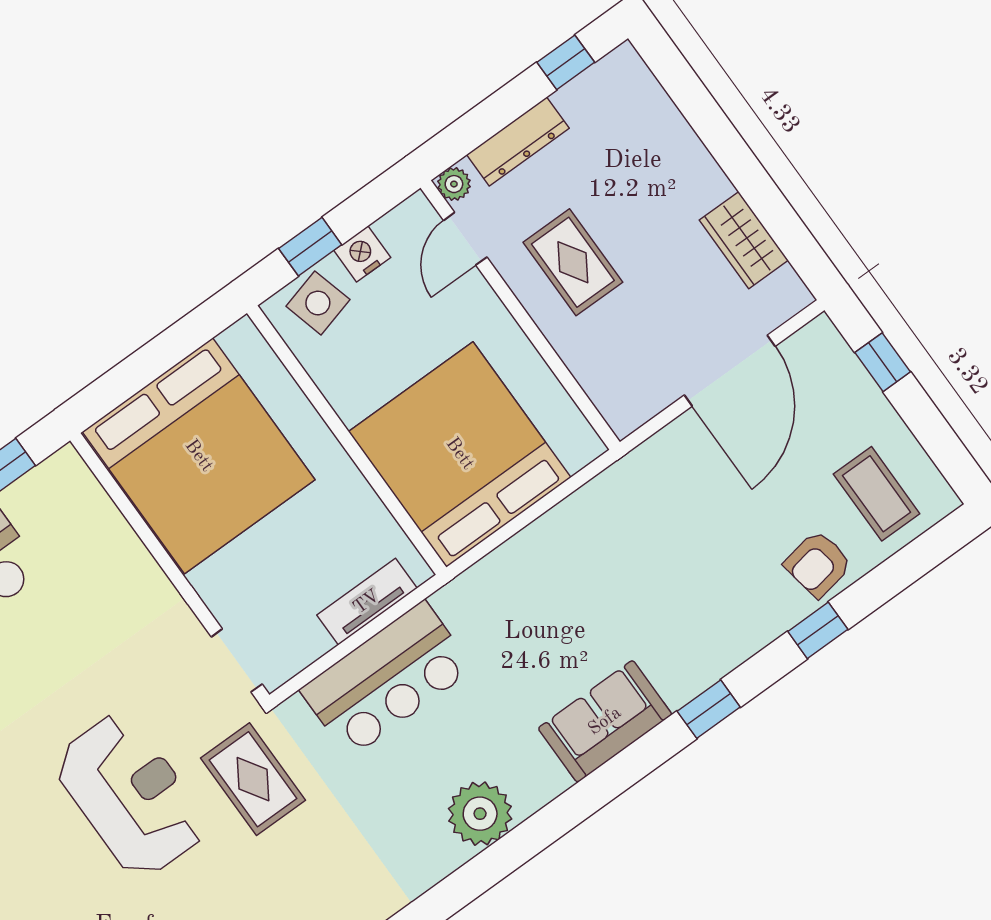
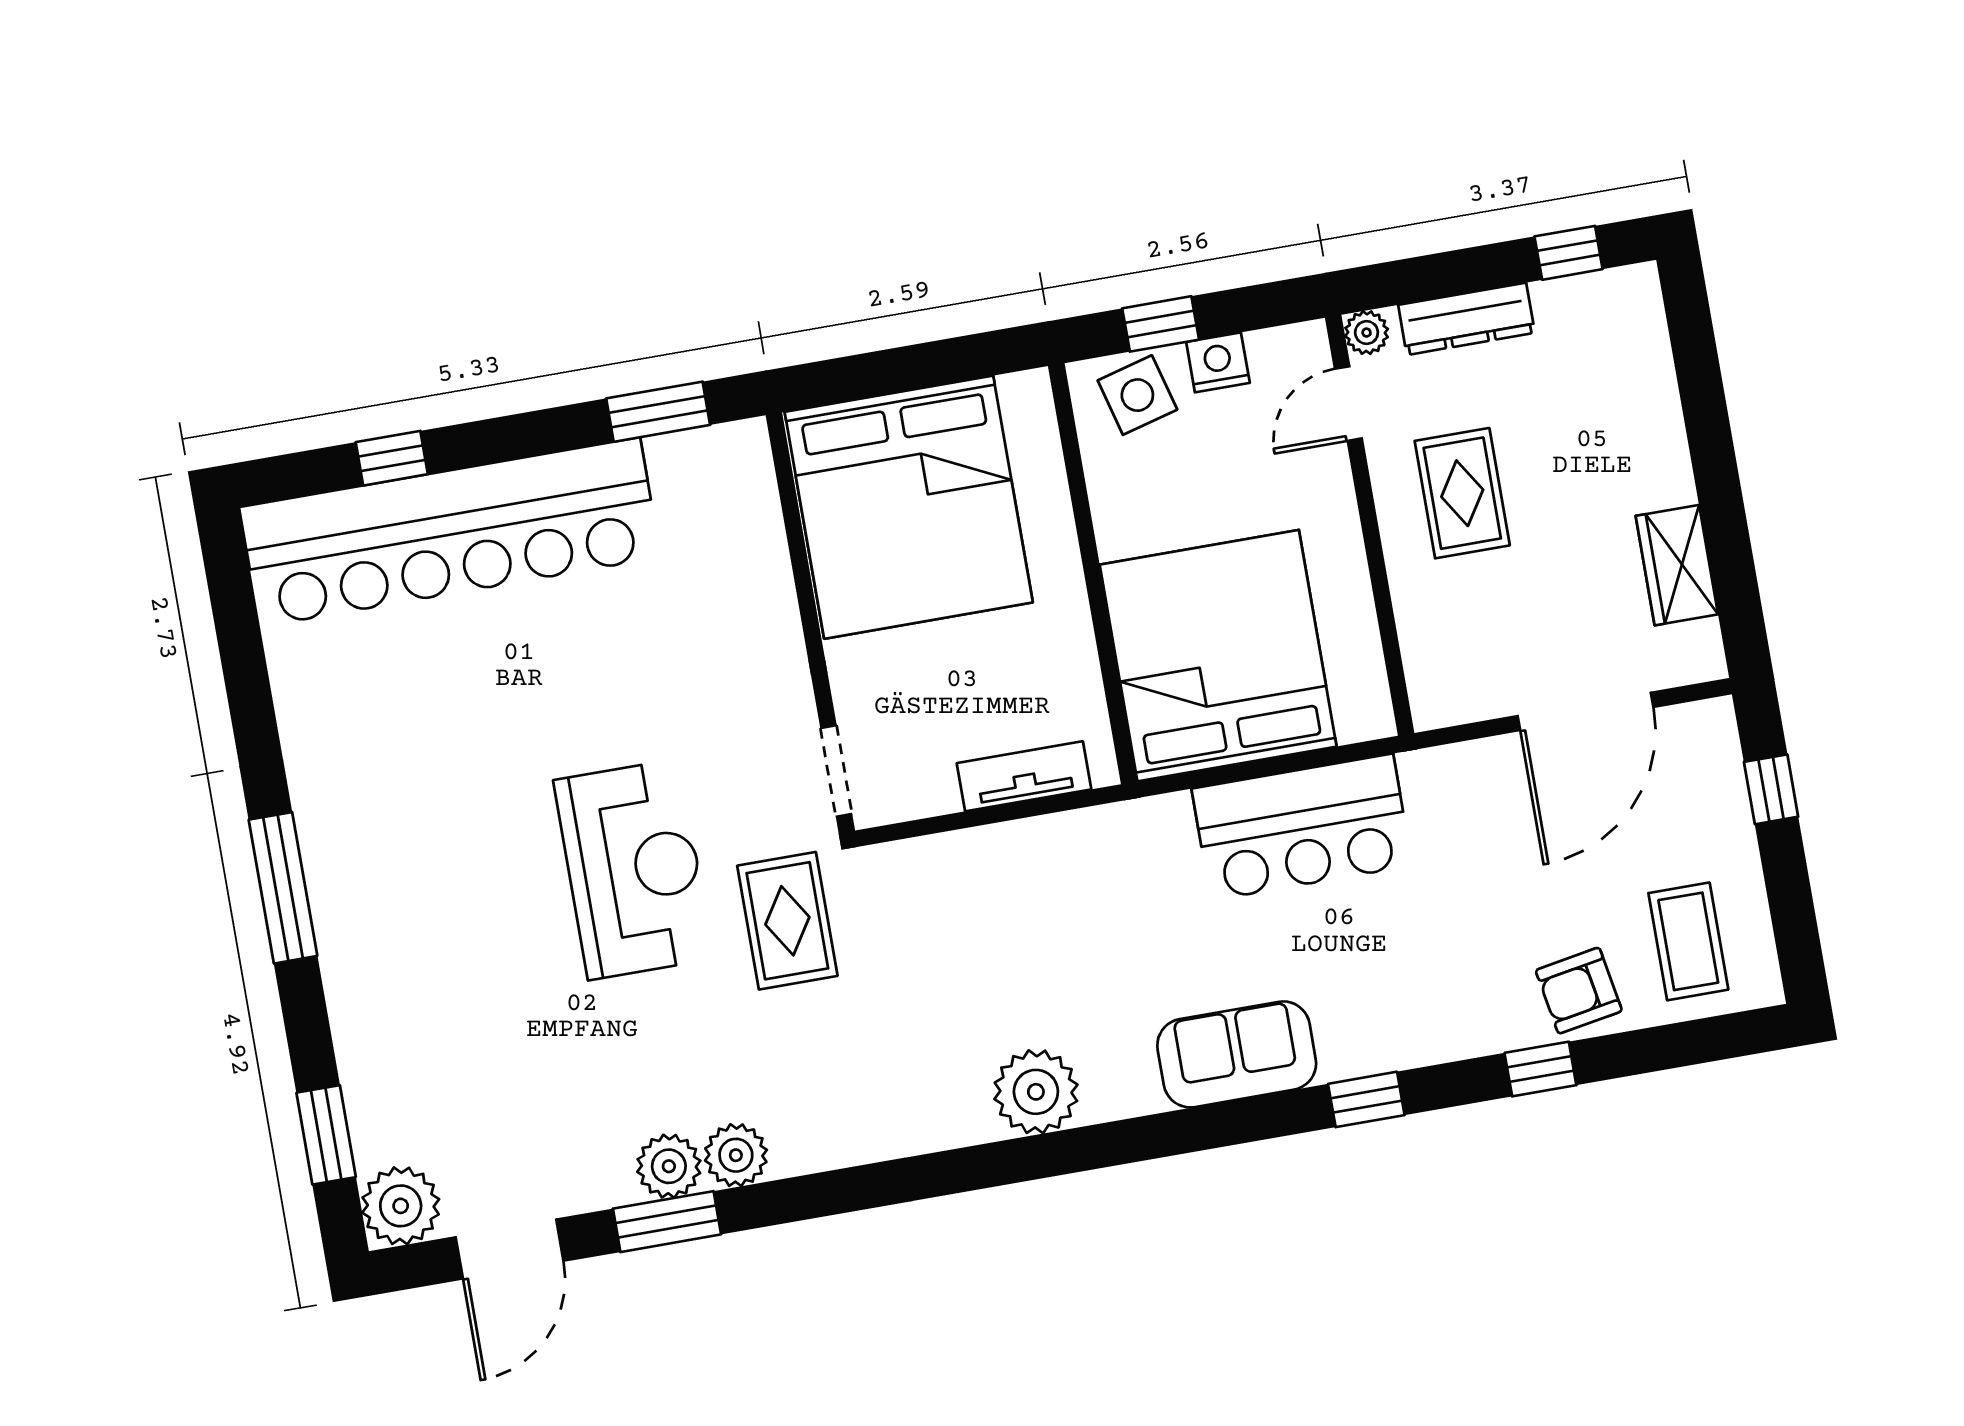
bar counter: (387, 679) -> (1302, 827), moved

